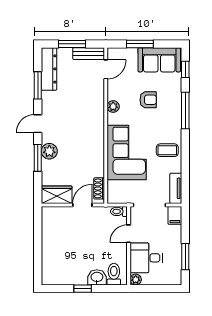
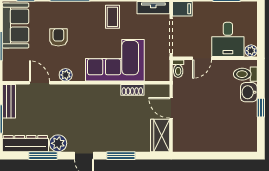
door: (106, 69) -> (39, 83), moved
plant: (49, 151) -> (58, 143), moved
shoe rack: (99, 188) -> (132, 90), moved
door: (129, 234) -> (202, 58), hinge flipped

